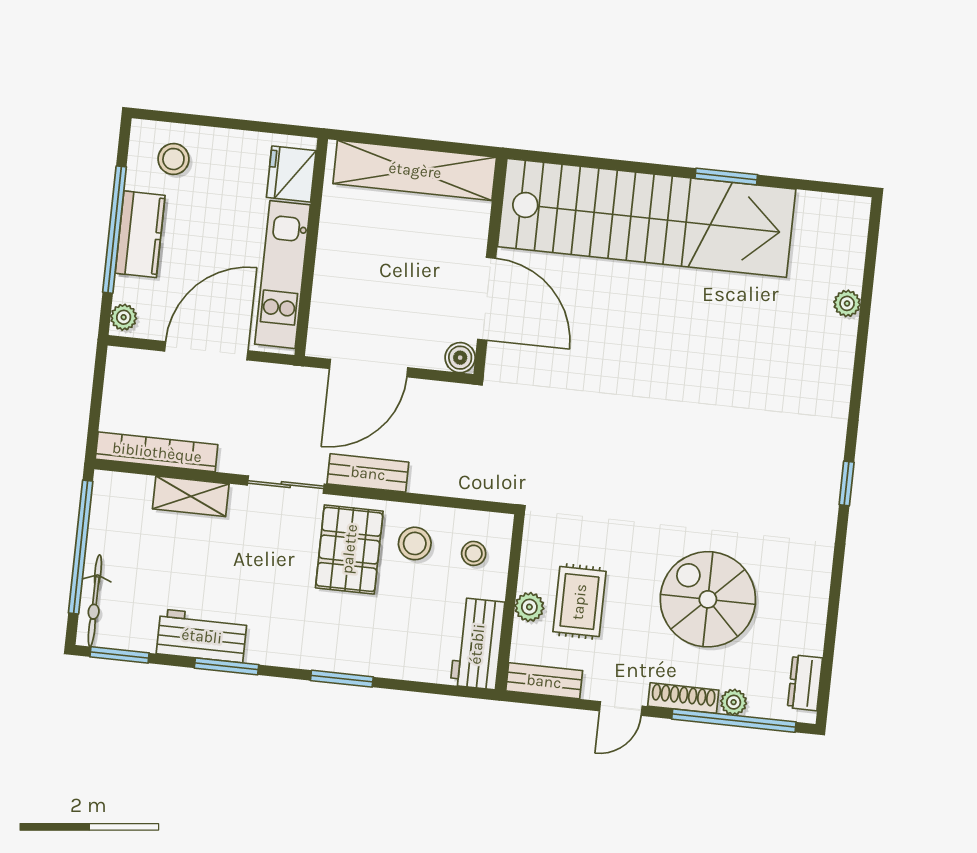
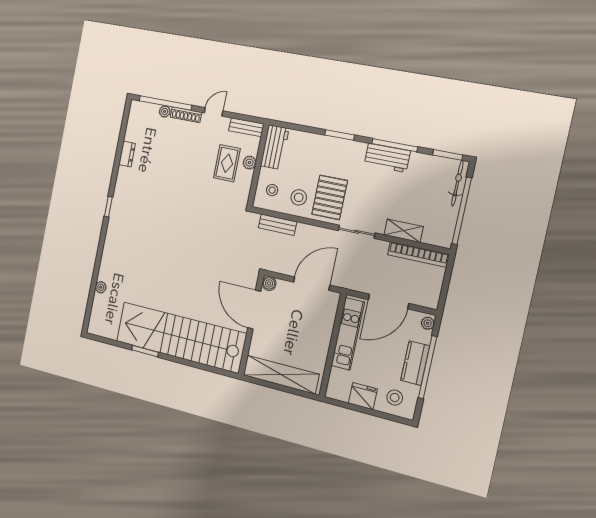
fridge: (291, 174) -> (363, 396), moved, turned -90
bench: (368, 473) -> (278, 225), moved
spiral stairs: (708, 599) -> (171, 160), removed
workbench: (202, 636) -> (387, 158), moved
window: (226, 666) -> (395, 145), width x1.44
dresser: (805, 683) -> (127, 154), moved

